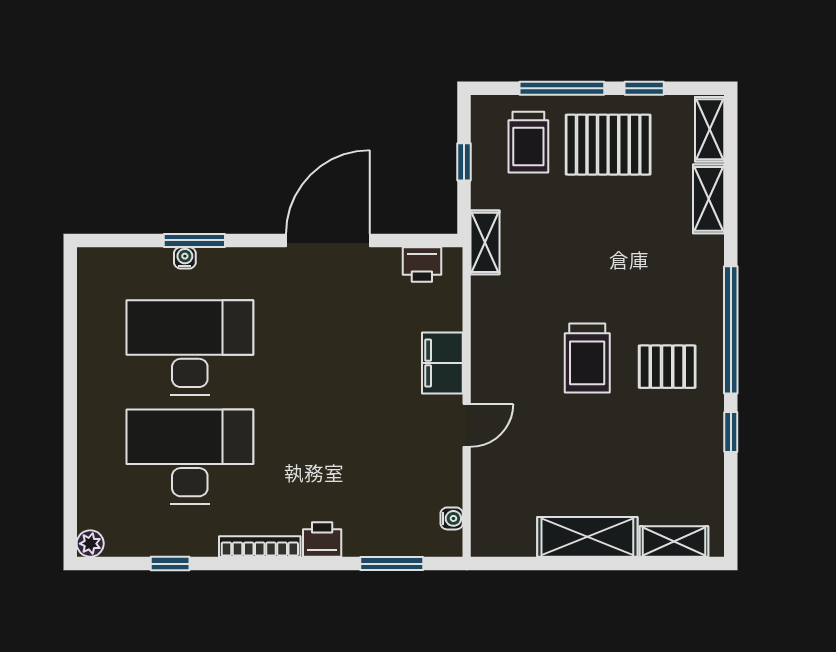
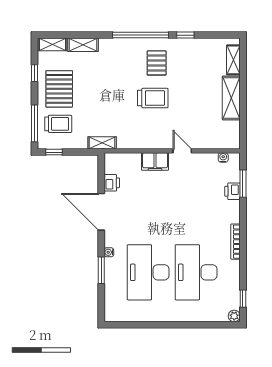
window: (562, 88) -> (35, 123), moved
window: (464, 162) -> (54, 152), moved
water cooler: (185, 258) -> (109, 252), moved
printer: (422, 264) -> (112, 183), moved
printer: (322, 540) -> (232, 191), moved
window: (170, 564) -> (243, 299), moved

